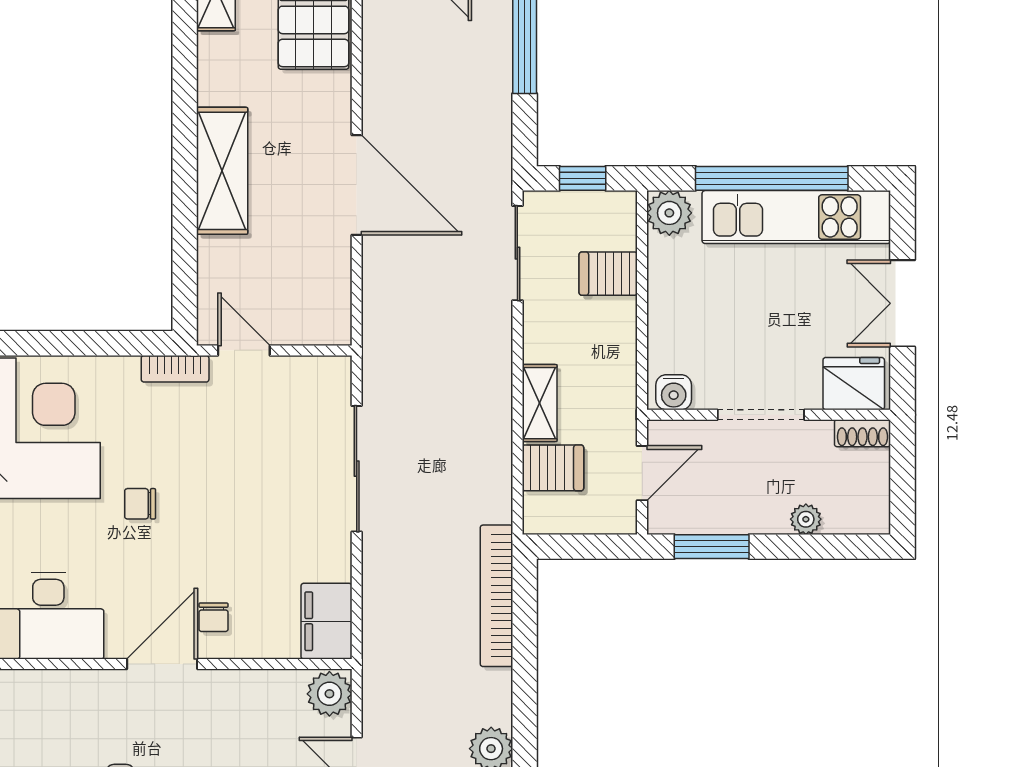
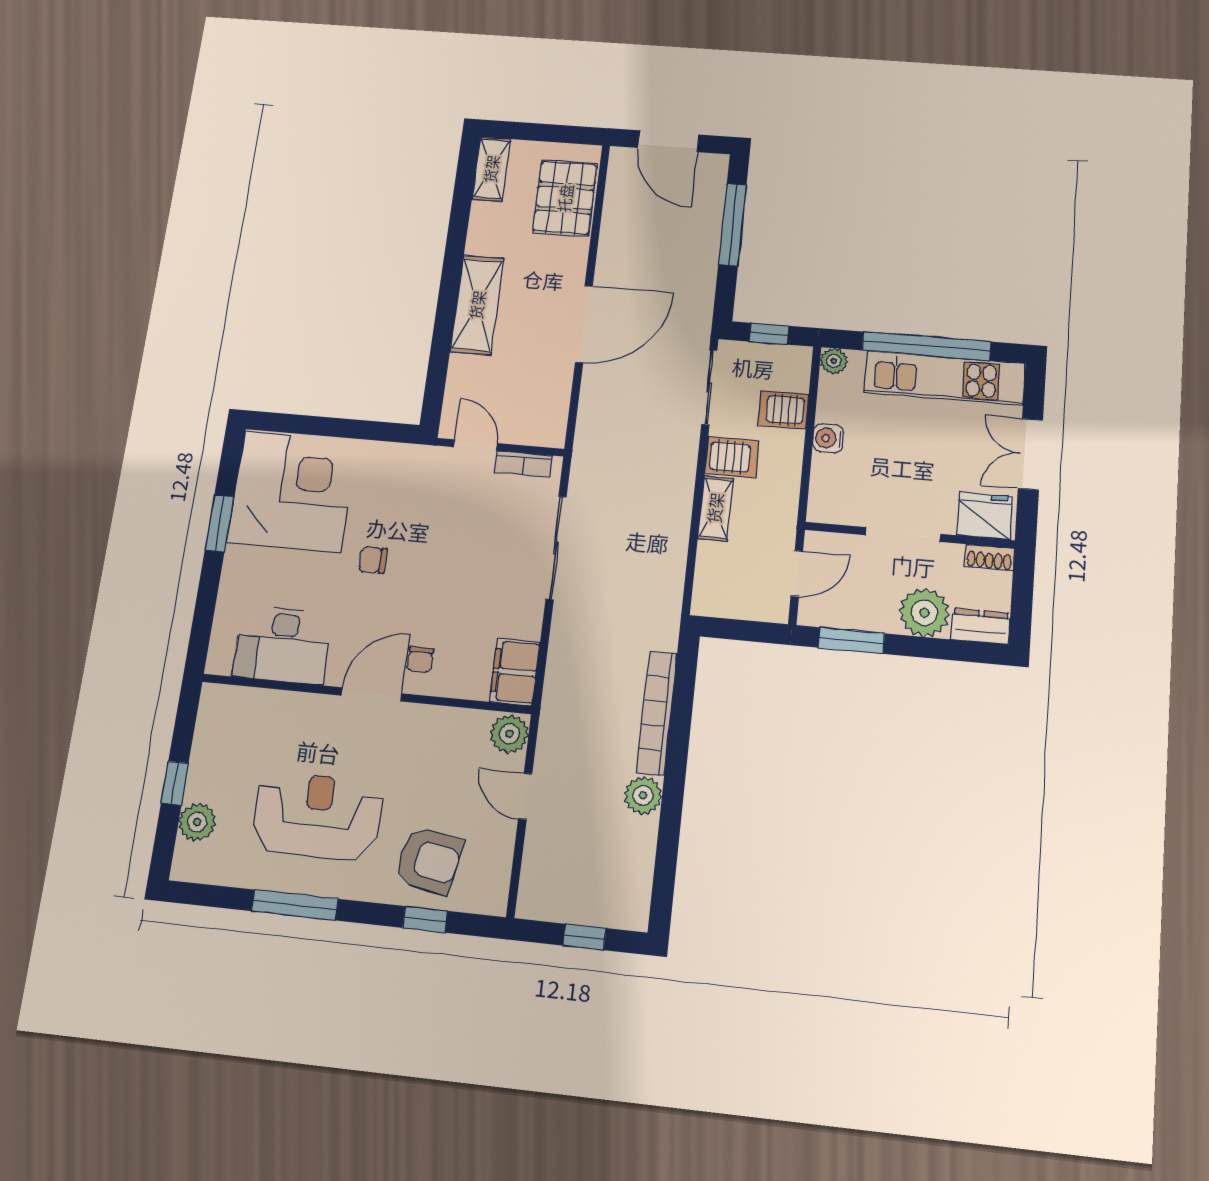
door: (357, 185) -> (584, 324), hinge flipped
plant: (669, 213) -> (834, 361), width x0.73, depth x0.73
bookcase: (175, 369) -> (523, 464), moved
water cooler: (674, 392) -> (828, 438), moved, turned 90
server rack: (553, 468) -> (732, 457), moved
dresser: (857, 516) -> (981, 626), added
plant: (806, 519) -> (924, 613), width x1.88, depth x1.88
bookcase: (497, 596) -> (657, 713), moved

